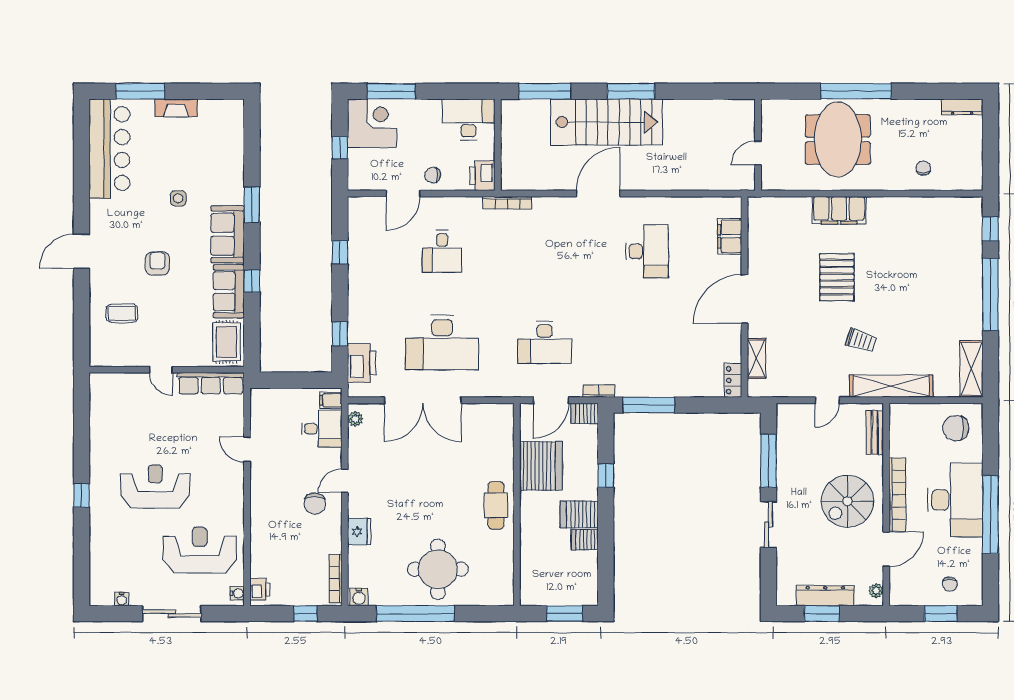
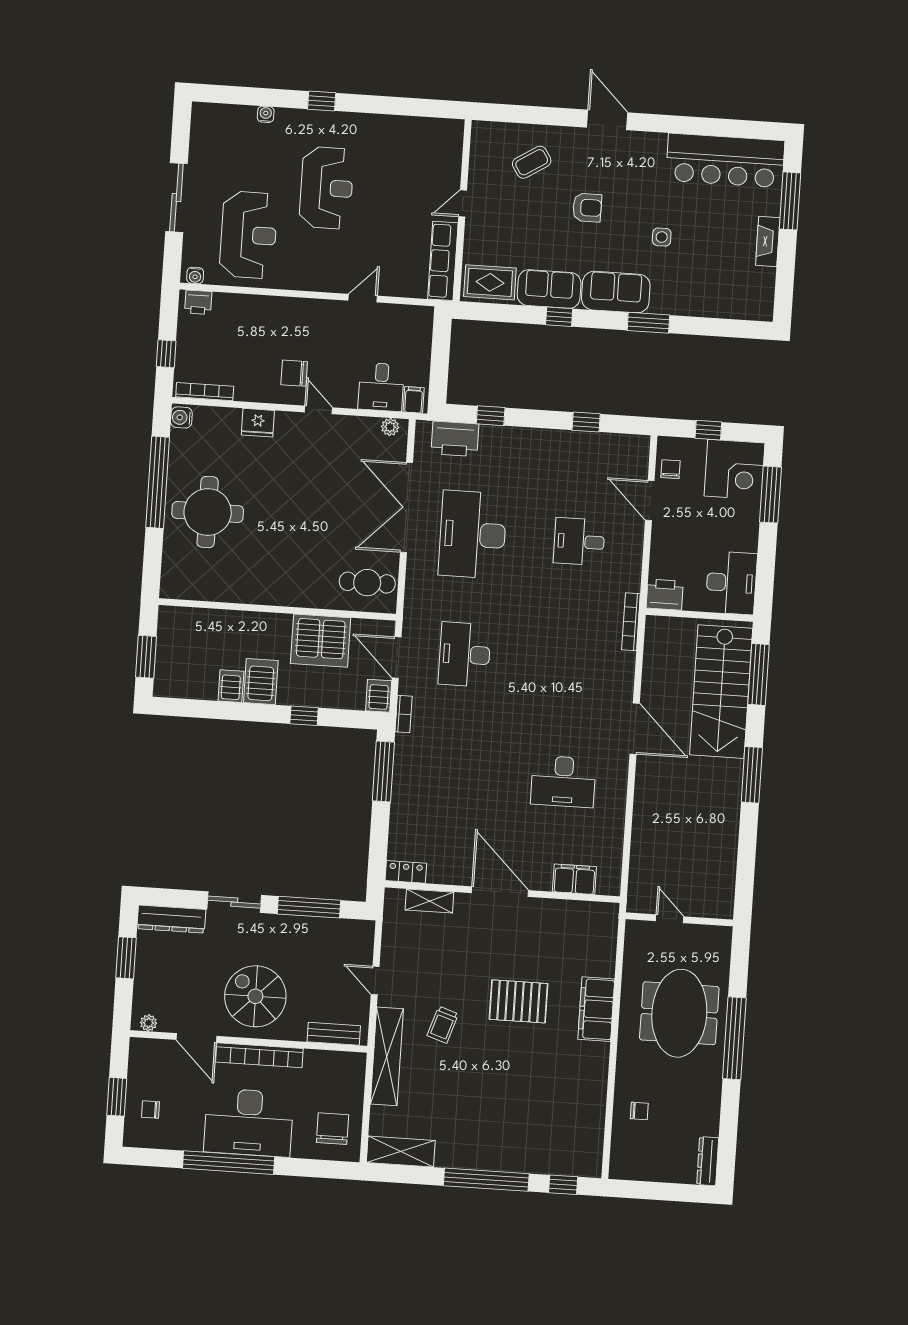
stairs: (607, 122) -> (721, 692), moved
meeting table: (838, 139) -> (679, 1013), turned 90
chair: (433, 175) -> (670, 469), moved
coffee table: (122, 313) -> (532, 162), turned 58
cafe table: (496, 505) -> (367, 583), moved
dresser: (825, 596) -> (171, 919), moved, turned 90
water cooler: (122, 599) -> (266, 114), moved, turned 90

